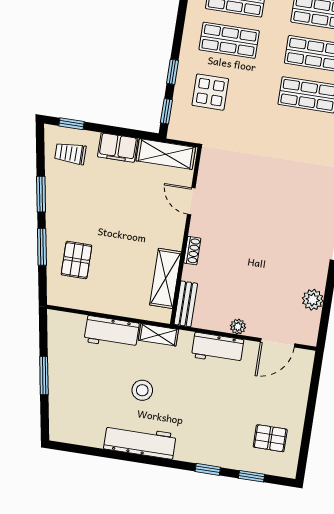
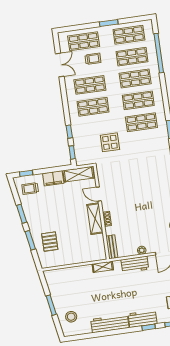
display table: (210, 92) -> (110, 142), moved
shelving: (165, 278) -> (95, 219), moved
workbench: (112, 332) -> (143, 319), moved, turned 180
stool: (142, 390) -> (71, 317), moved

